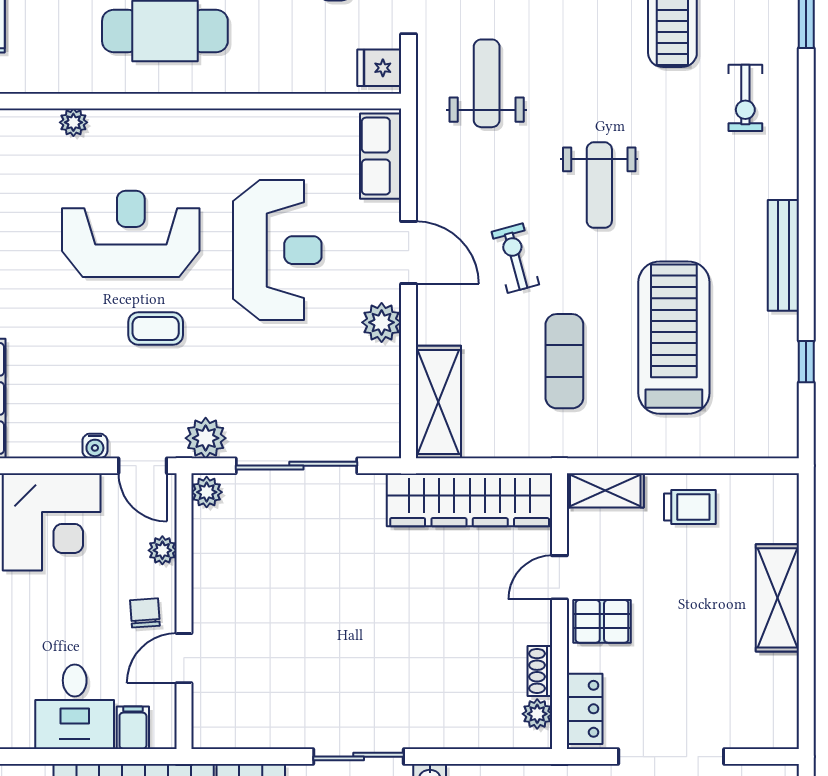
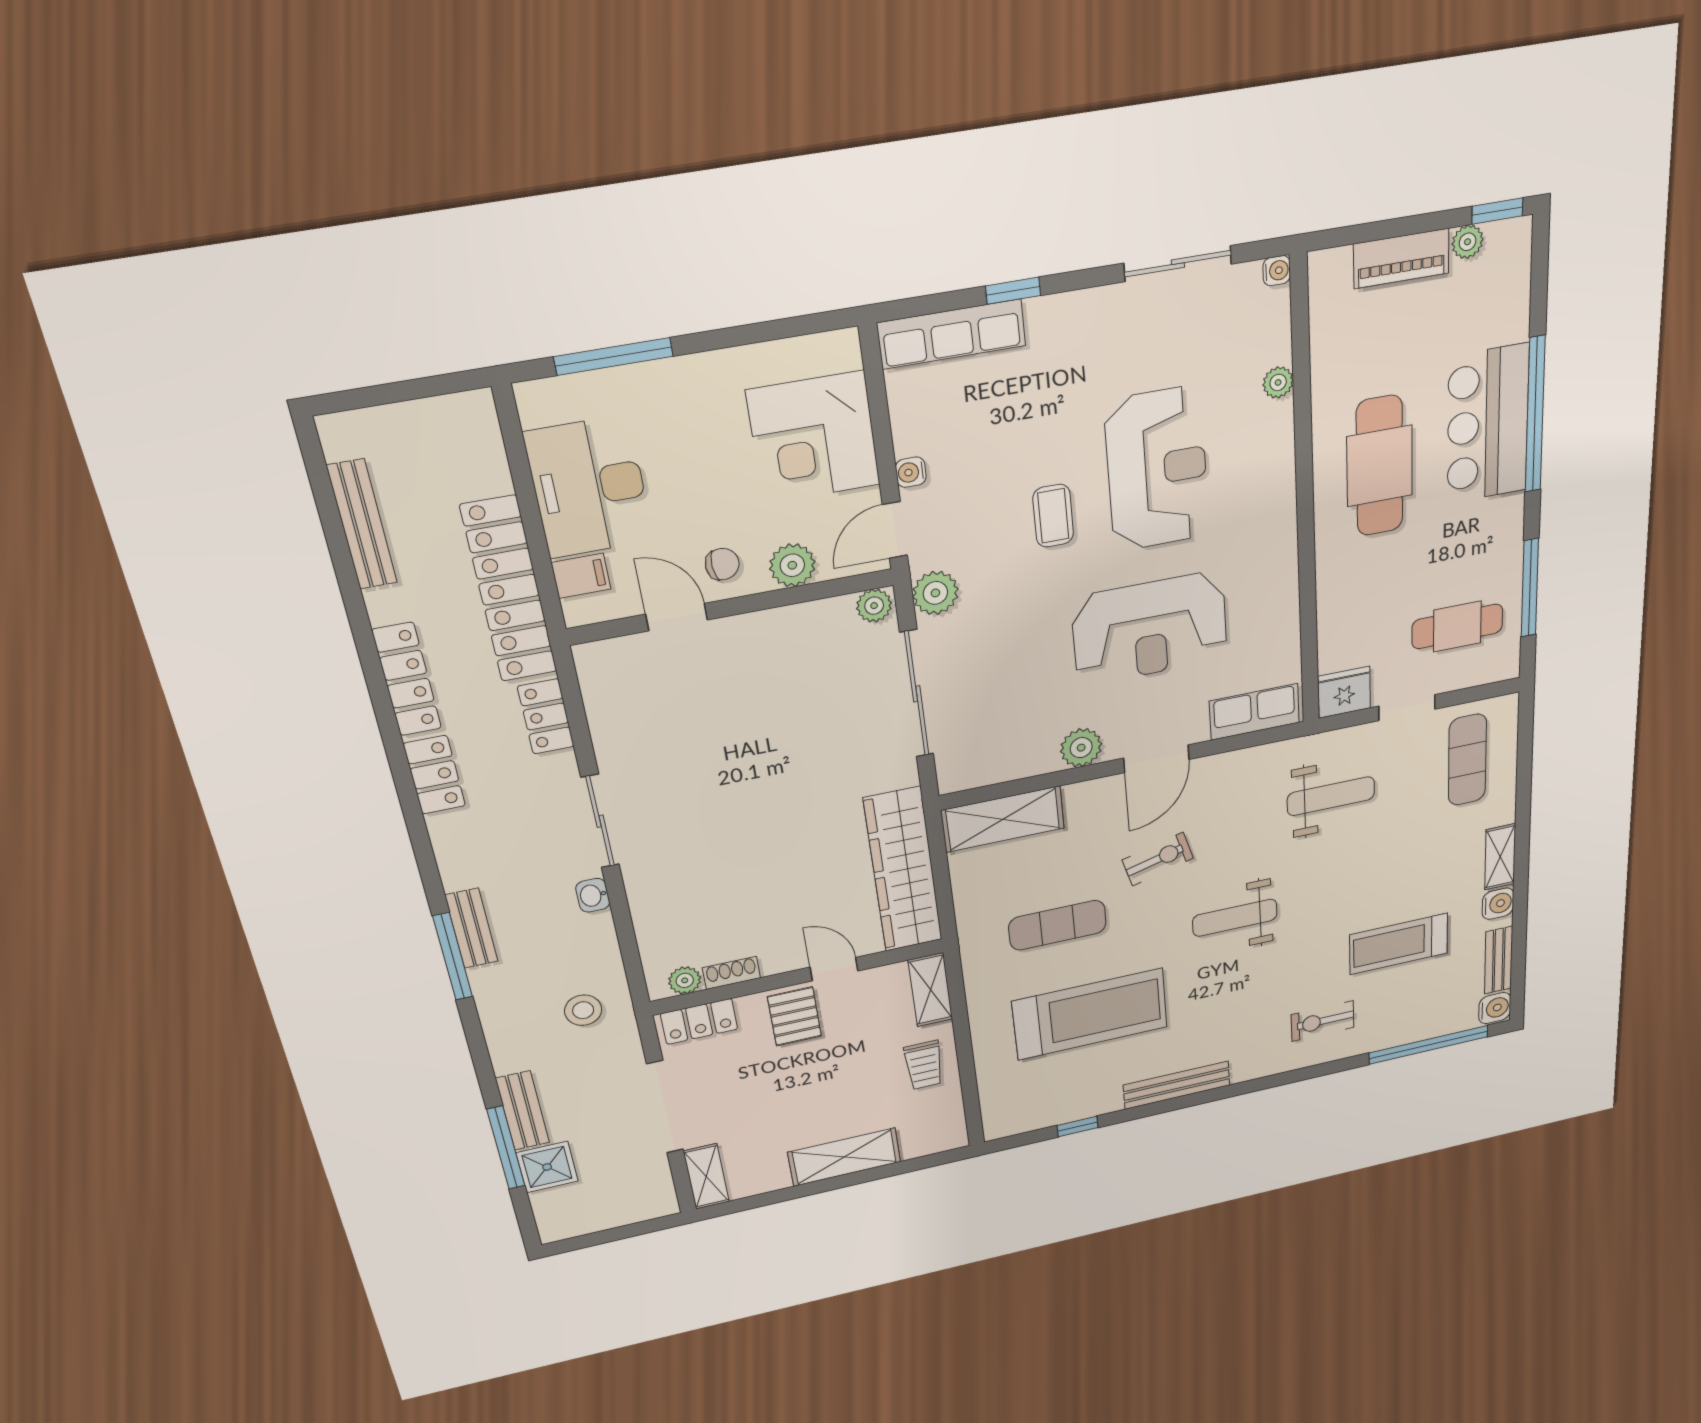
fridge: (379, 68) -> (1344, 692), width x1.38
plant: (162, 550) -> (792, 565), width x1.38, depth x1.38
desk: (75, 707) -> (589, 487), width x1.37
shelving: (763, 733) -> (706, 1176), added

